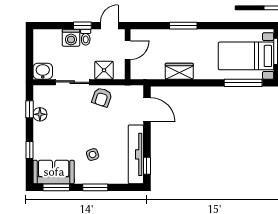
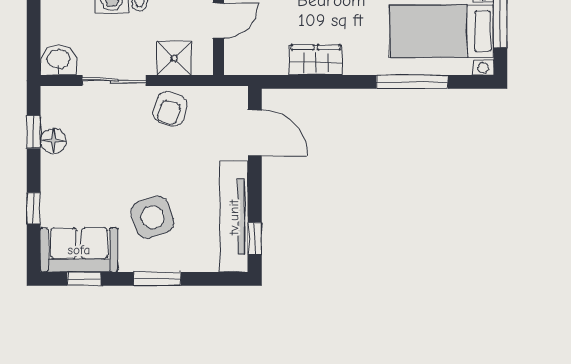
window: (243, 83) -> (412, 82), moved
side table: (93, 155) -> (152, 217), width x1.87, depth x1.87
window: (56, 187) -> (84, 279), width x0.67

